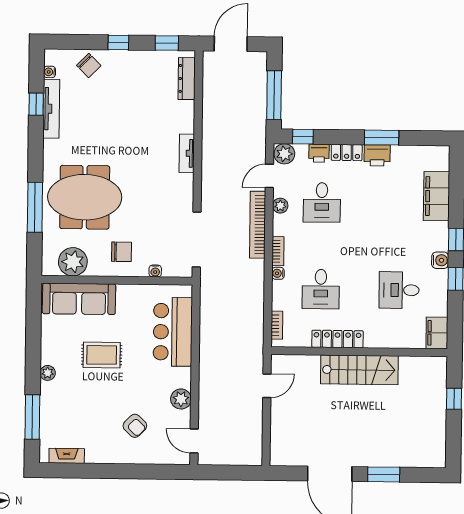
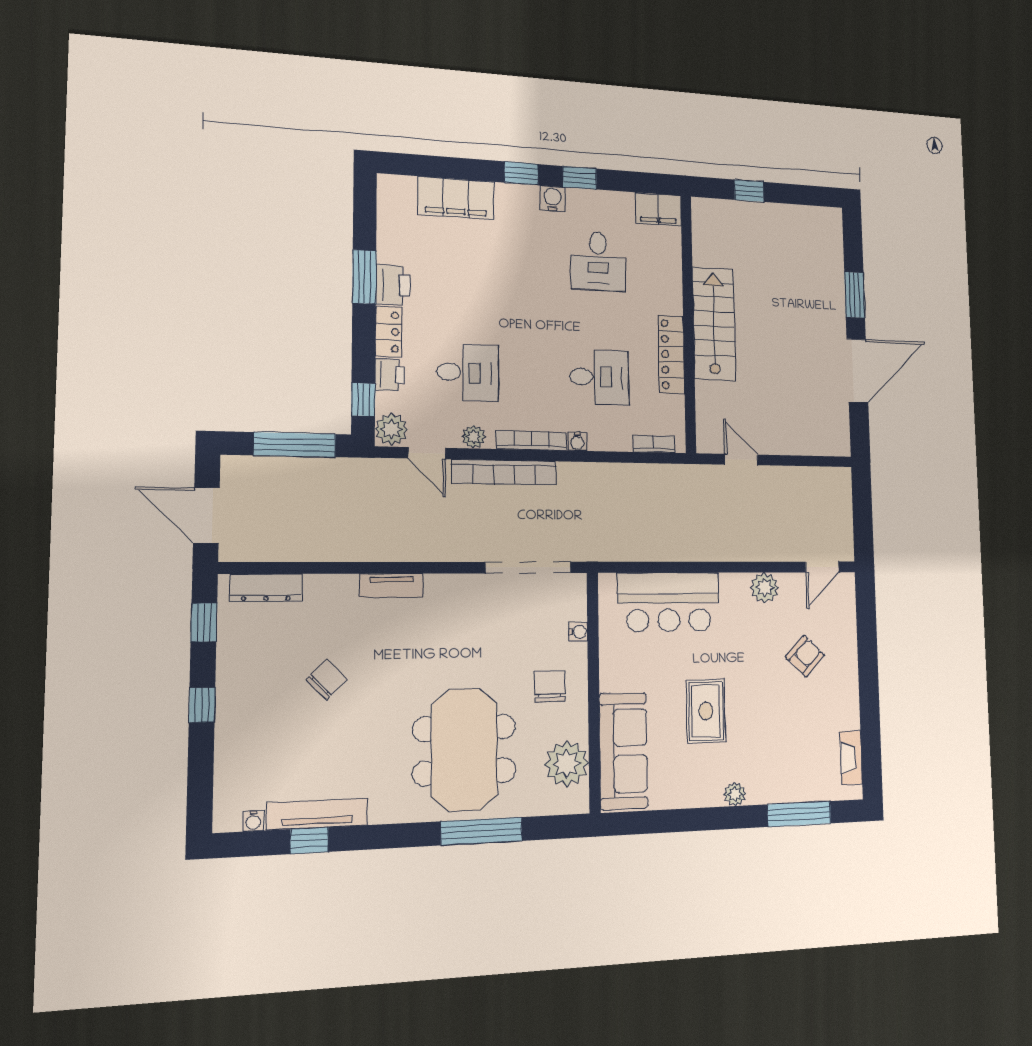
chair: (89, 65) -> (327, 679), moved
bookcase: (278, 251) -> (531, 441), width x1.56

